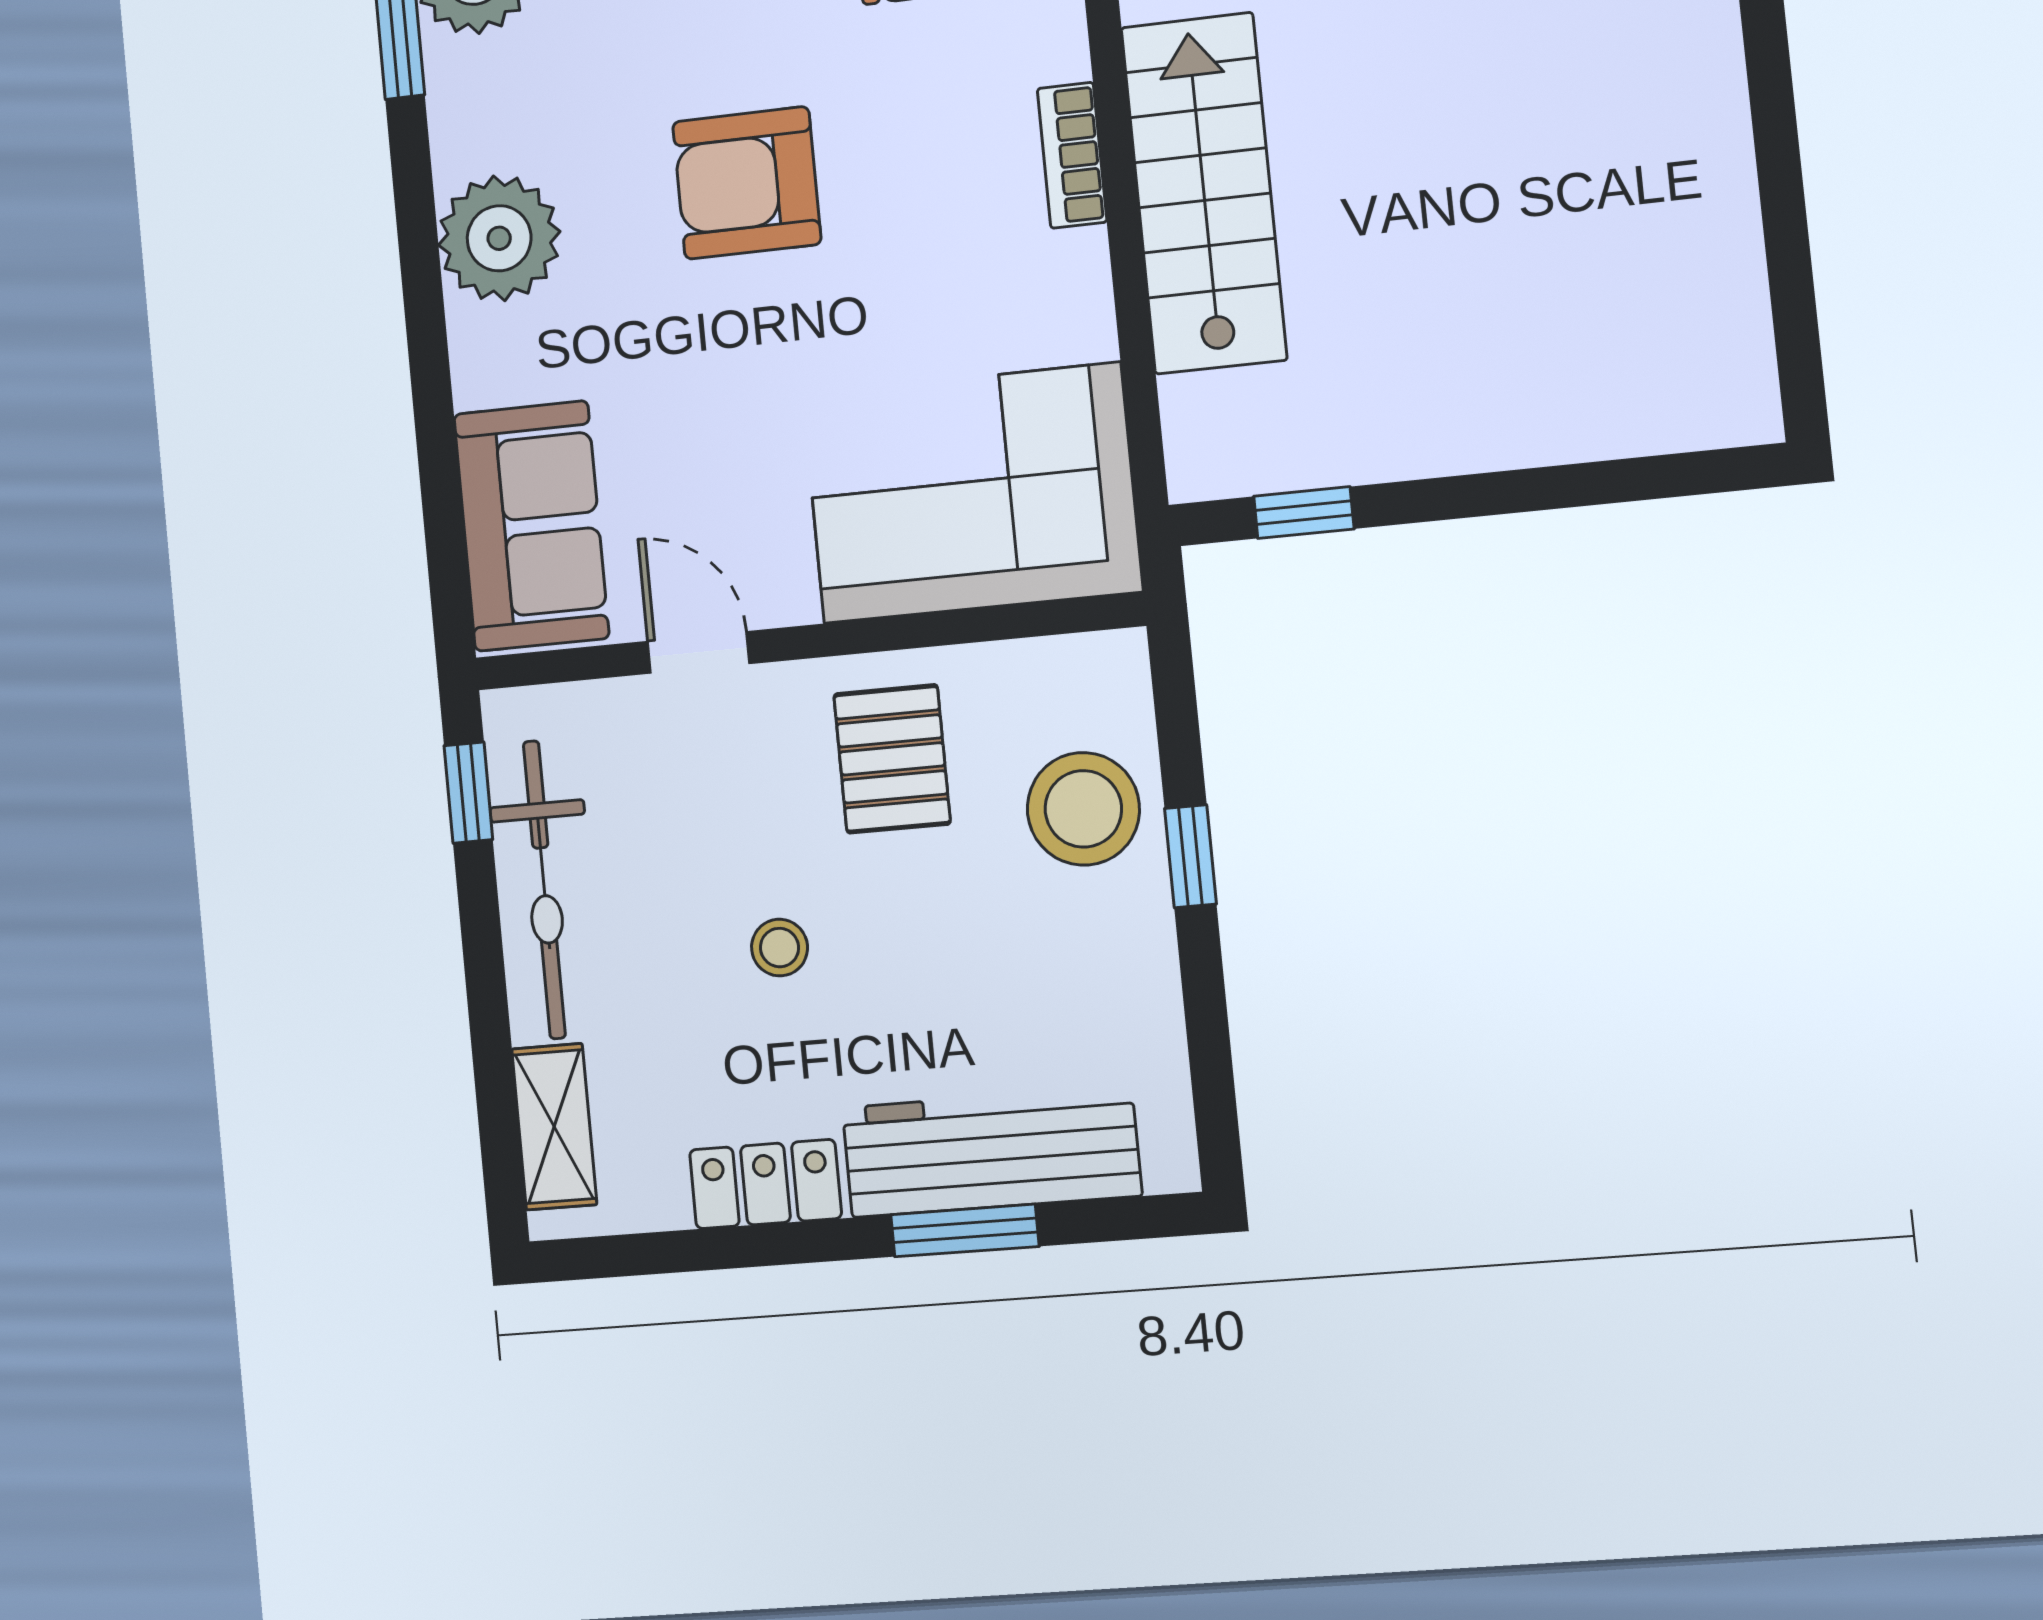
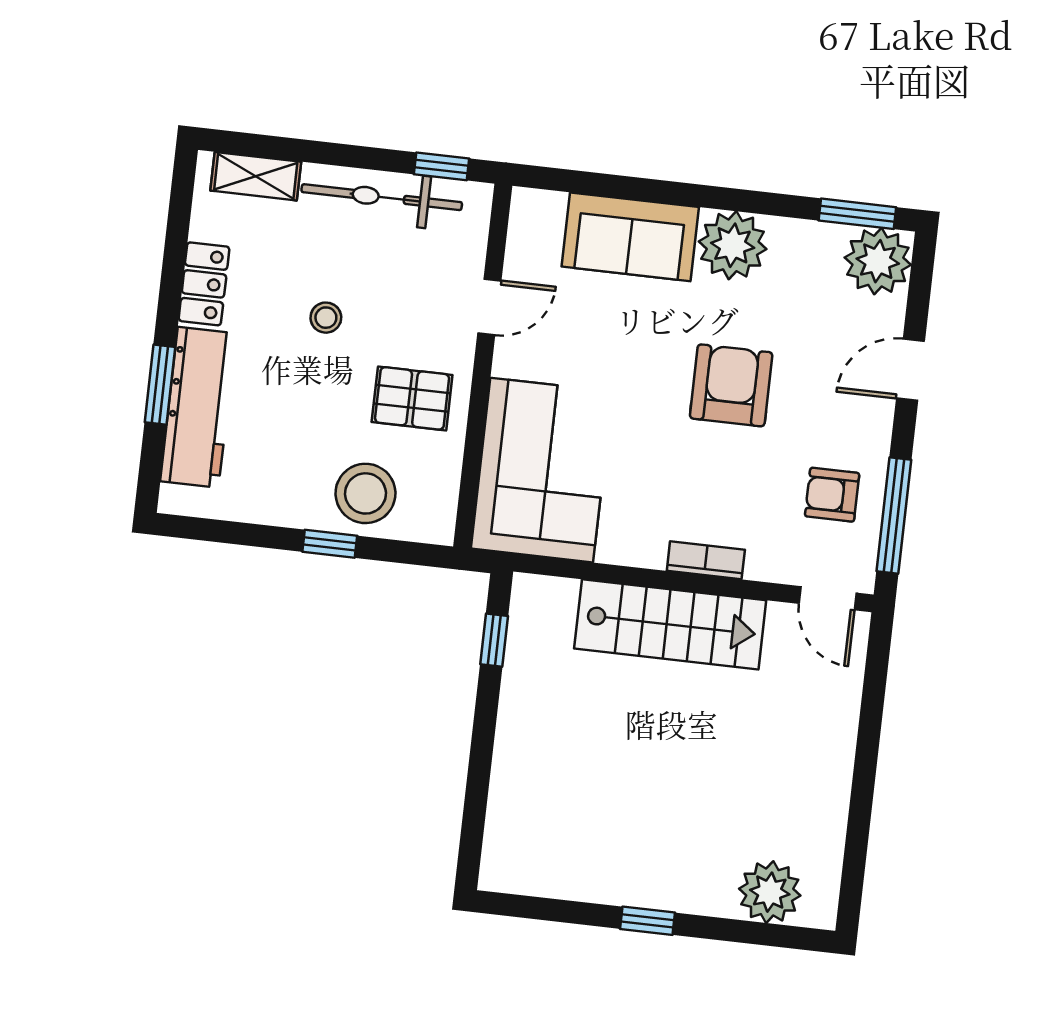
window: (1773, 107) -> (648, 921), added
sofa: (531, 526) -> (630, 237), moved

